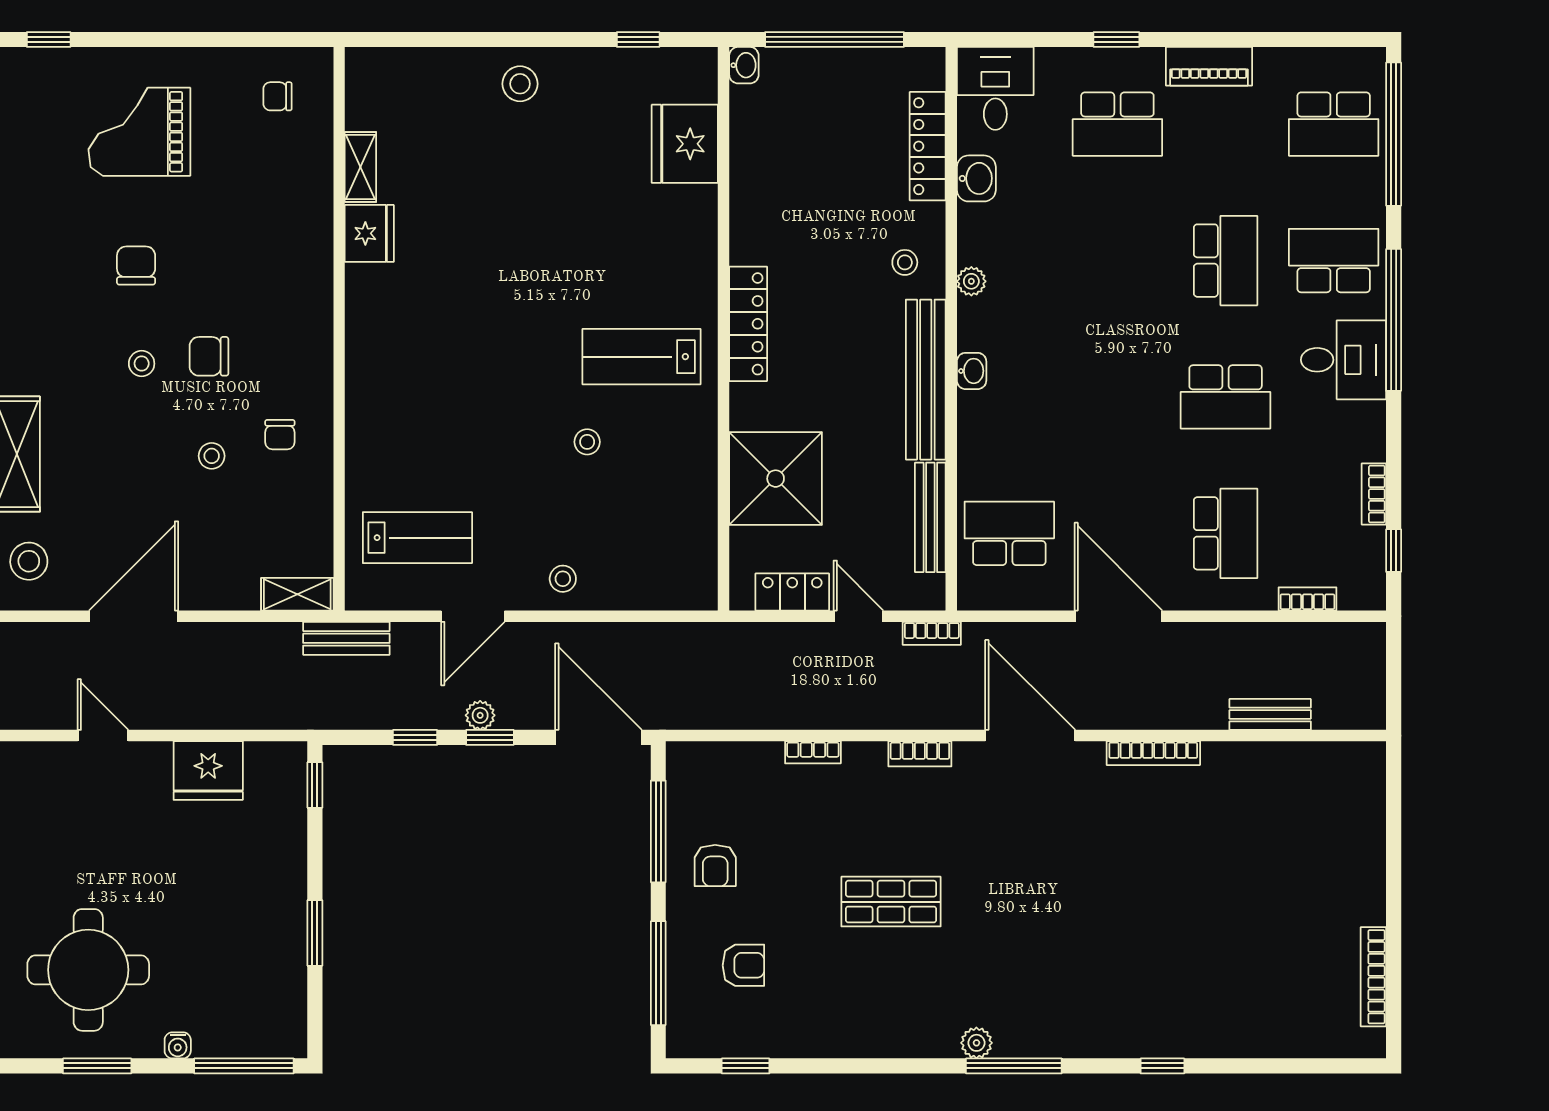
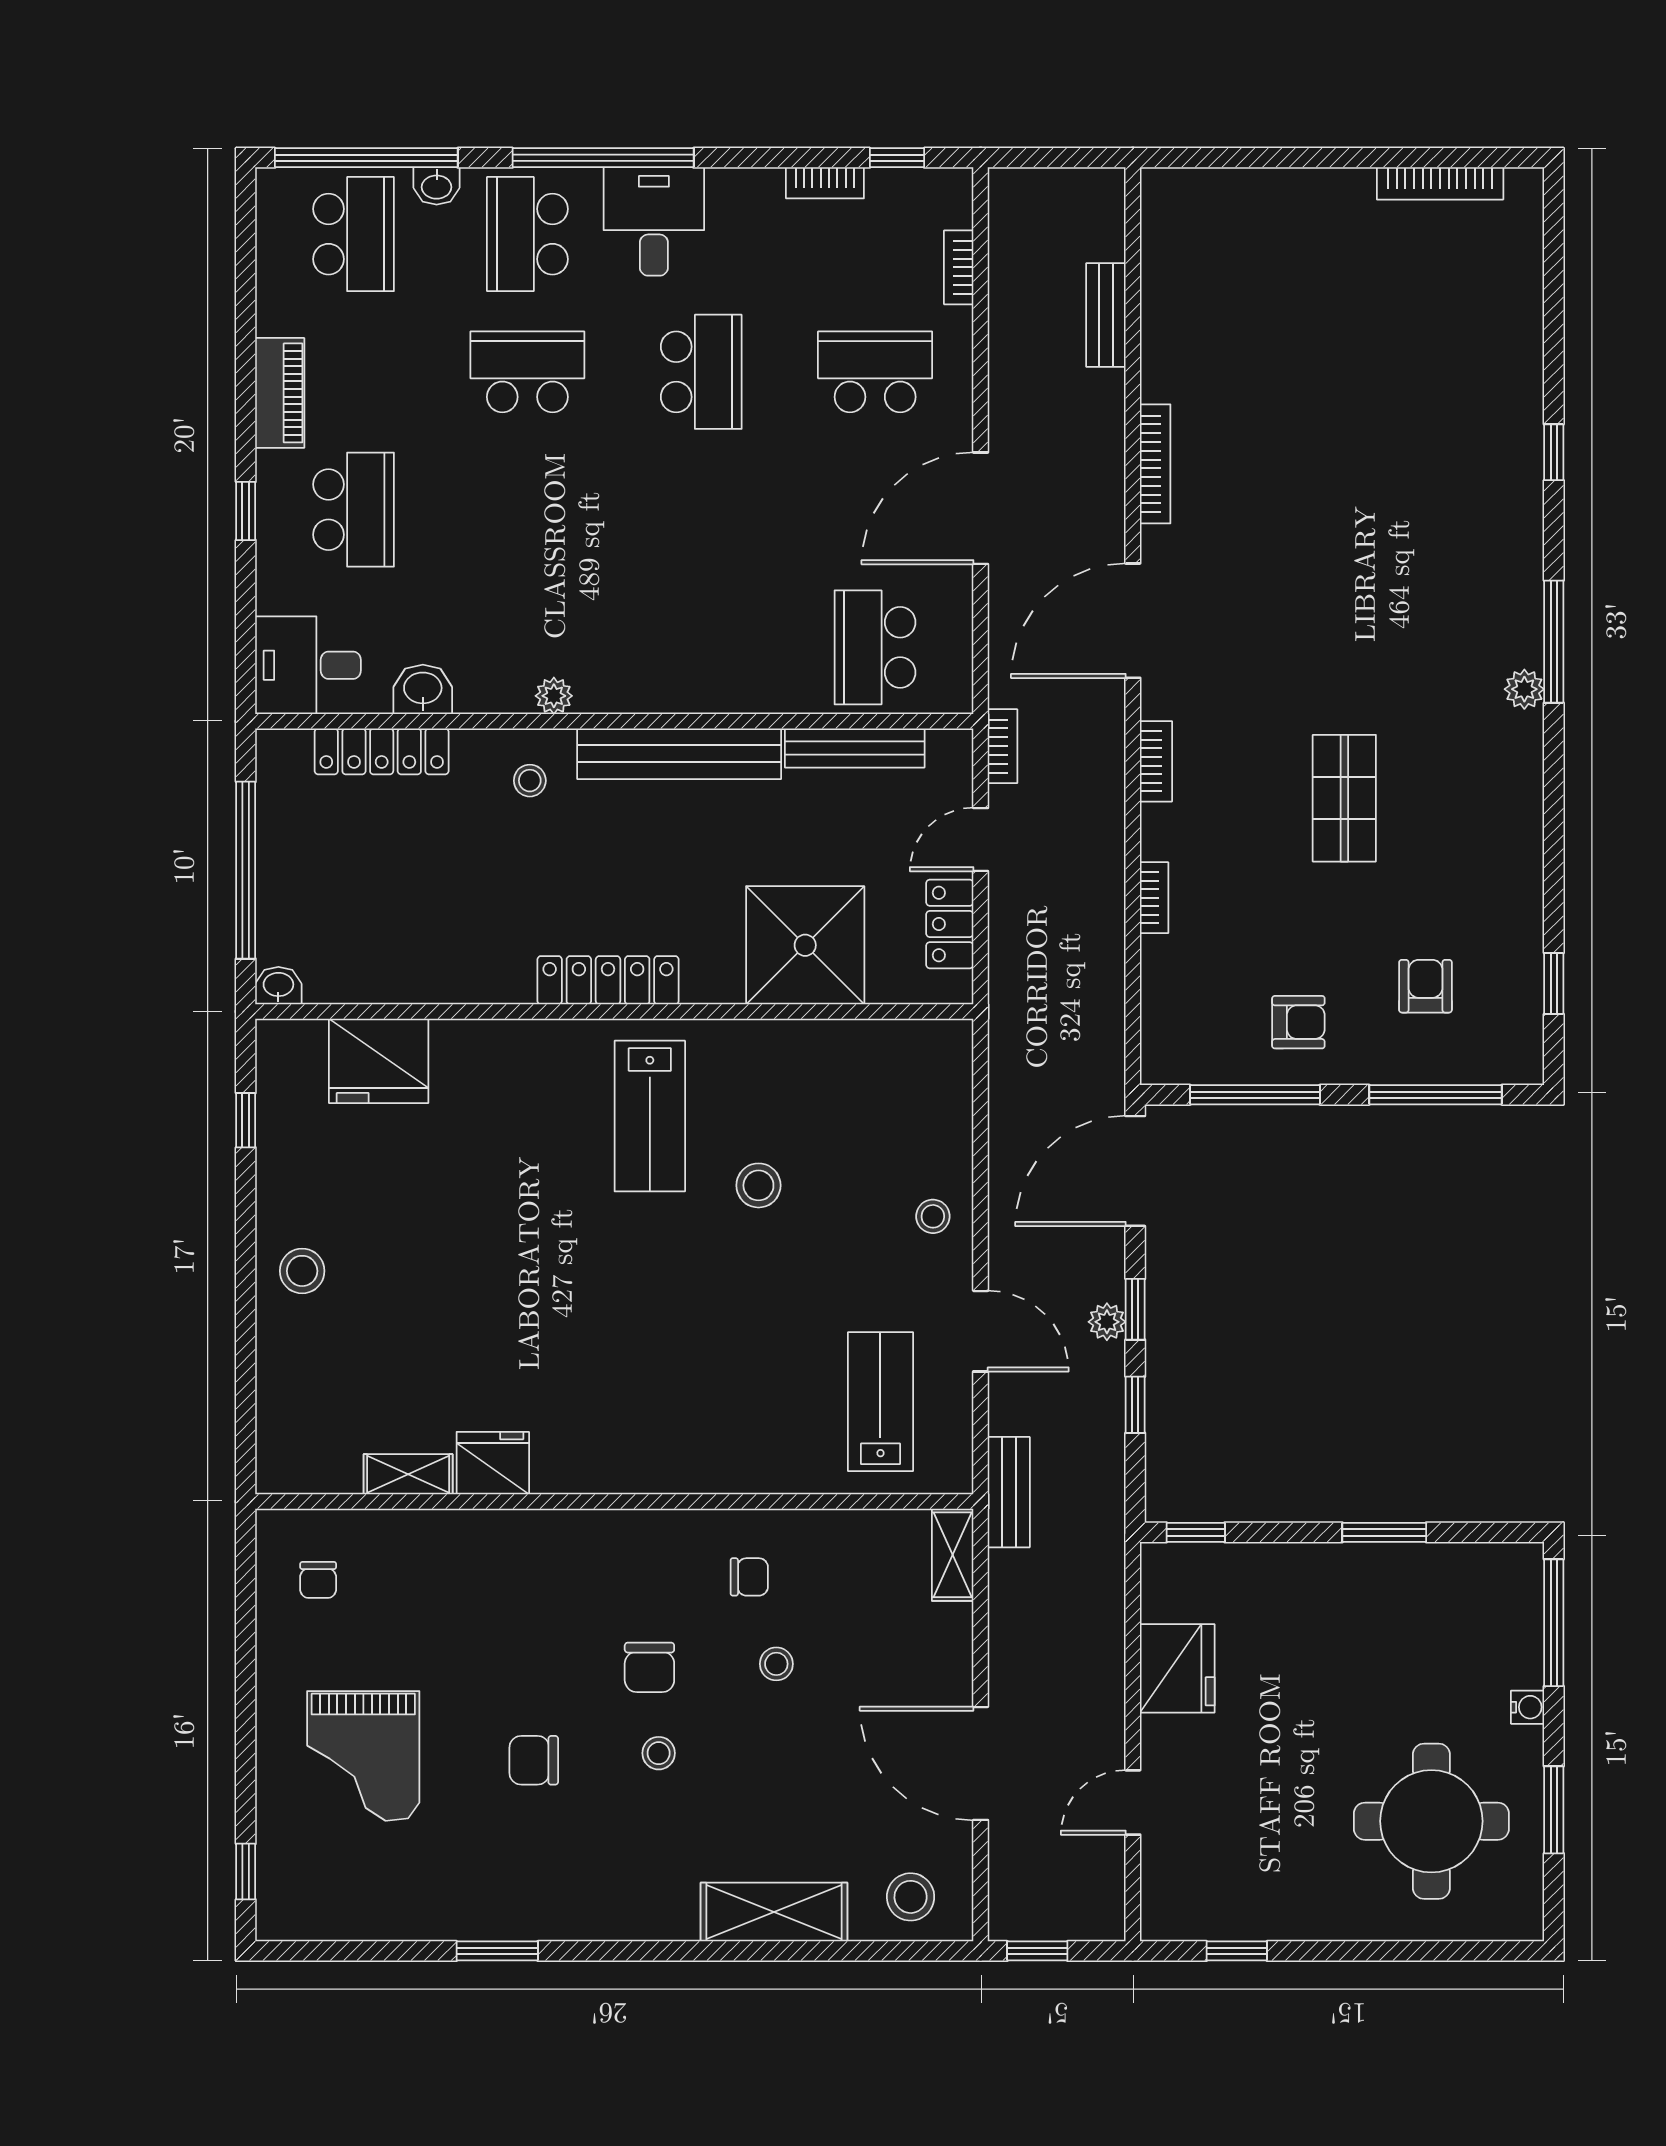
washbasin: (972, 371) -> (437, 186), moved, turned 180
stool: (587, 442) -> (758, 1185), width x1.37, depth x1.37

